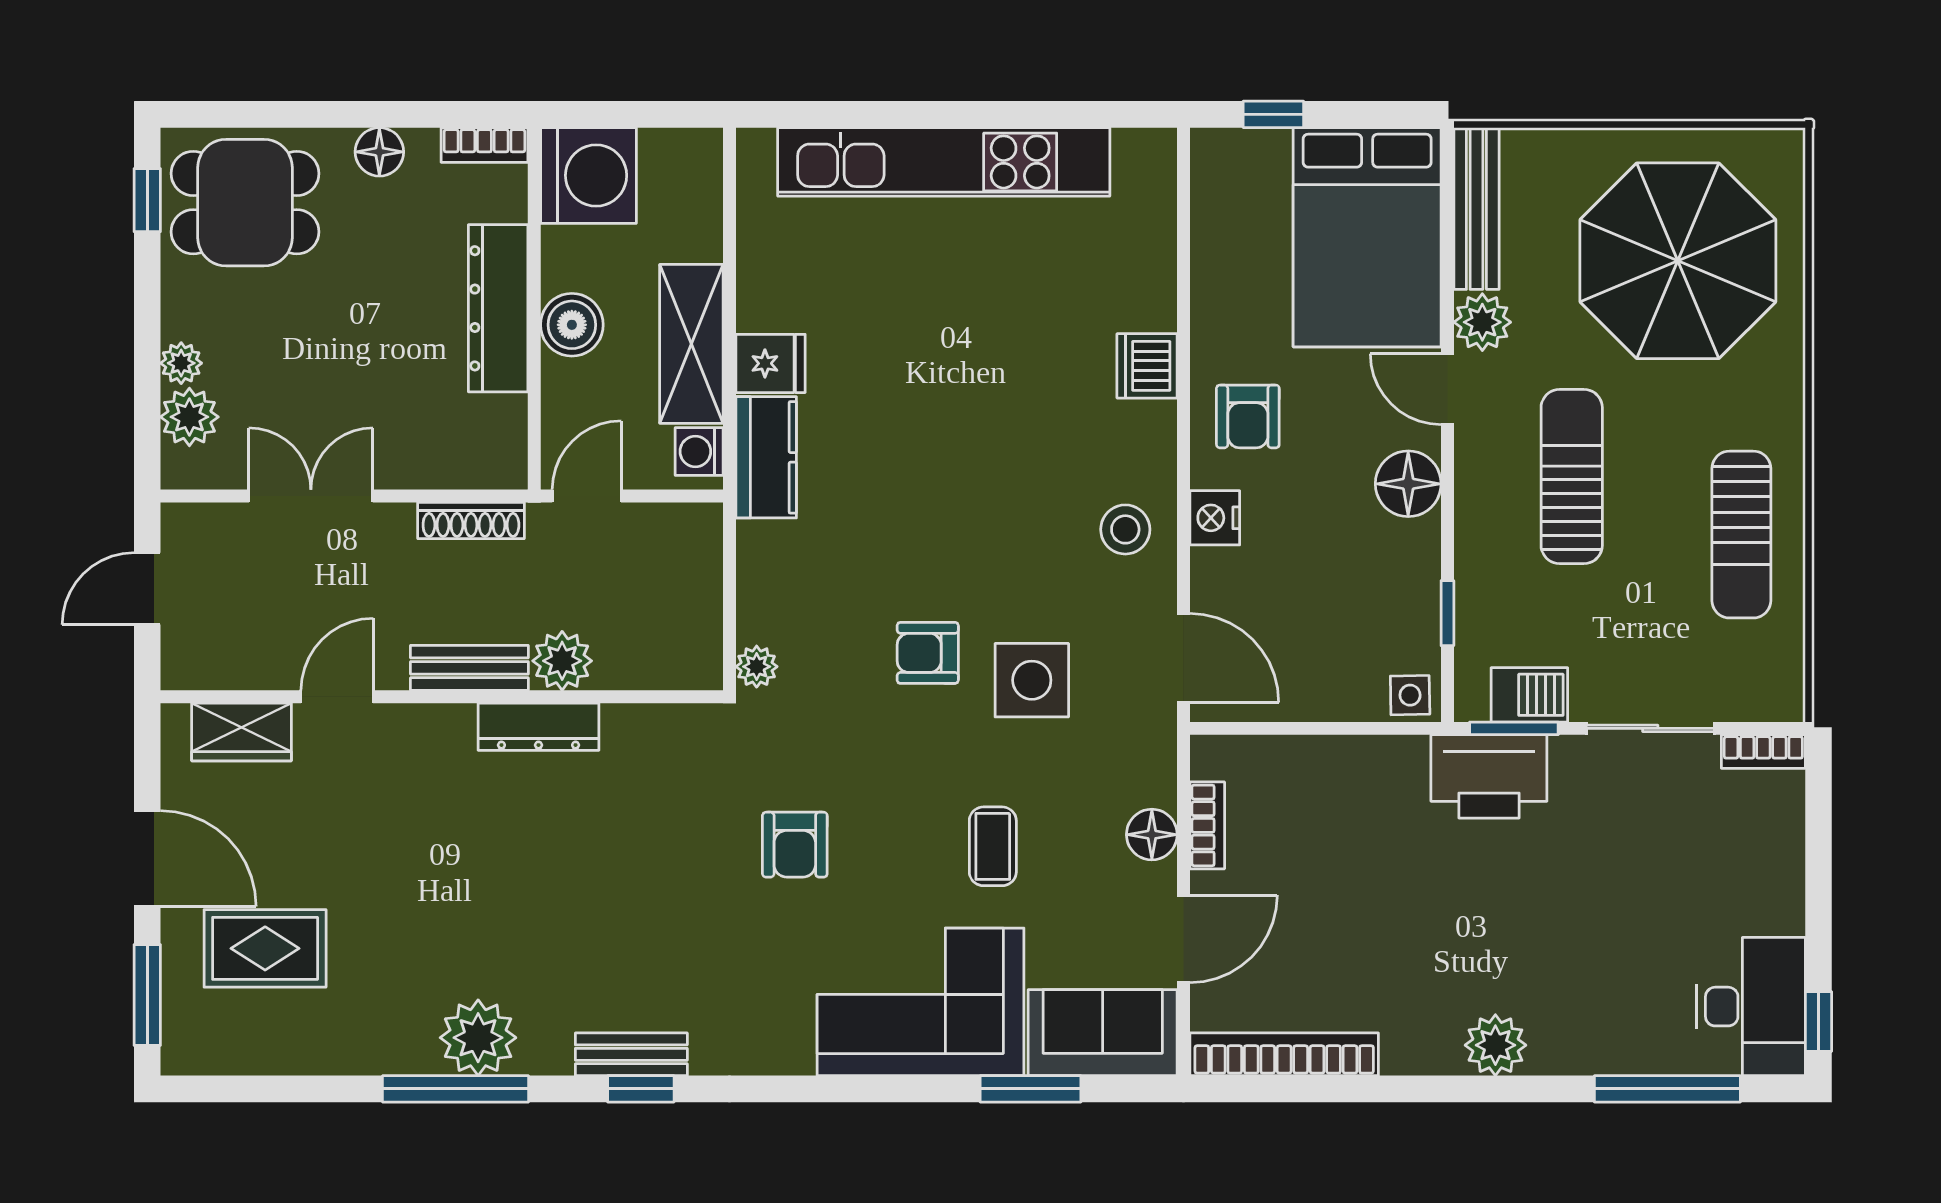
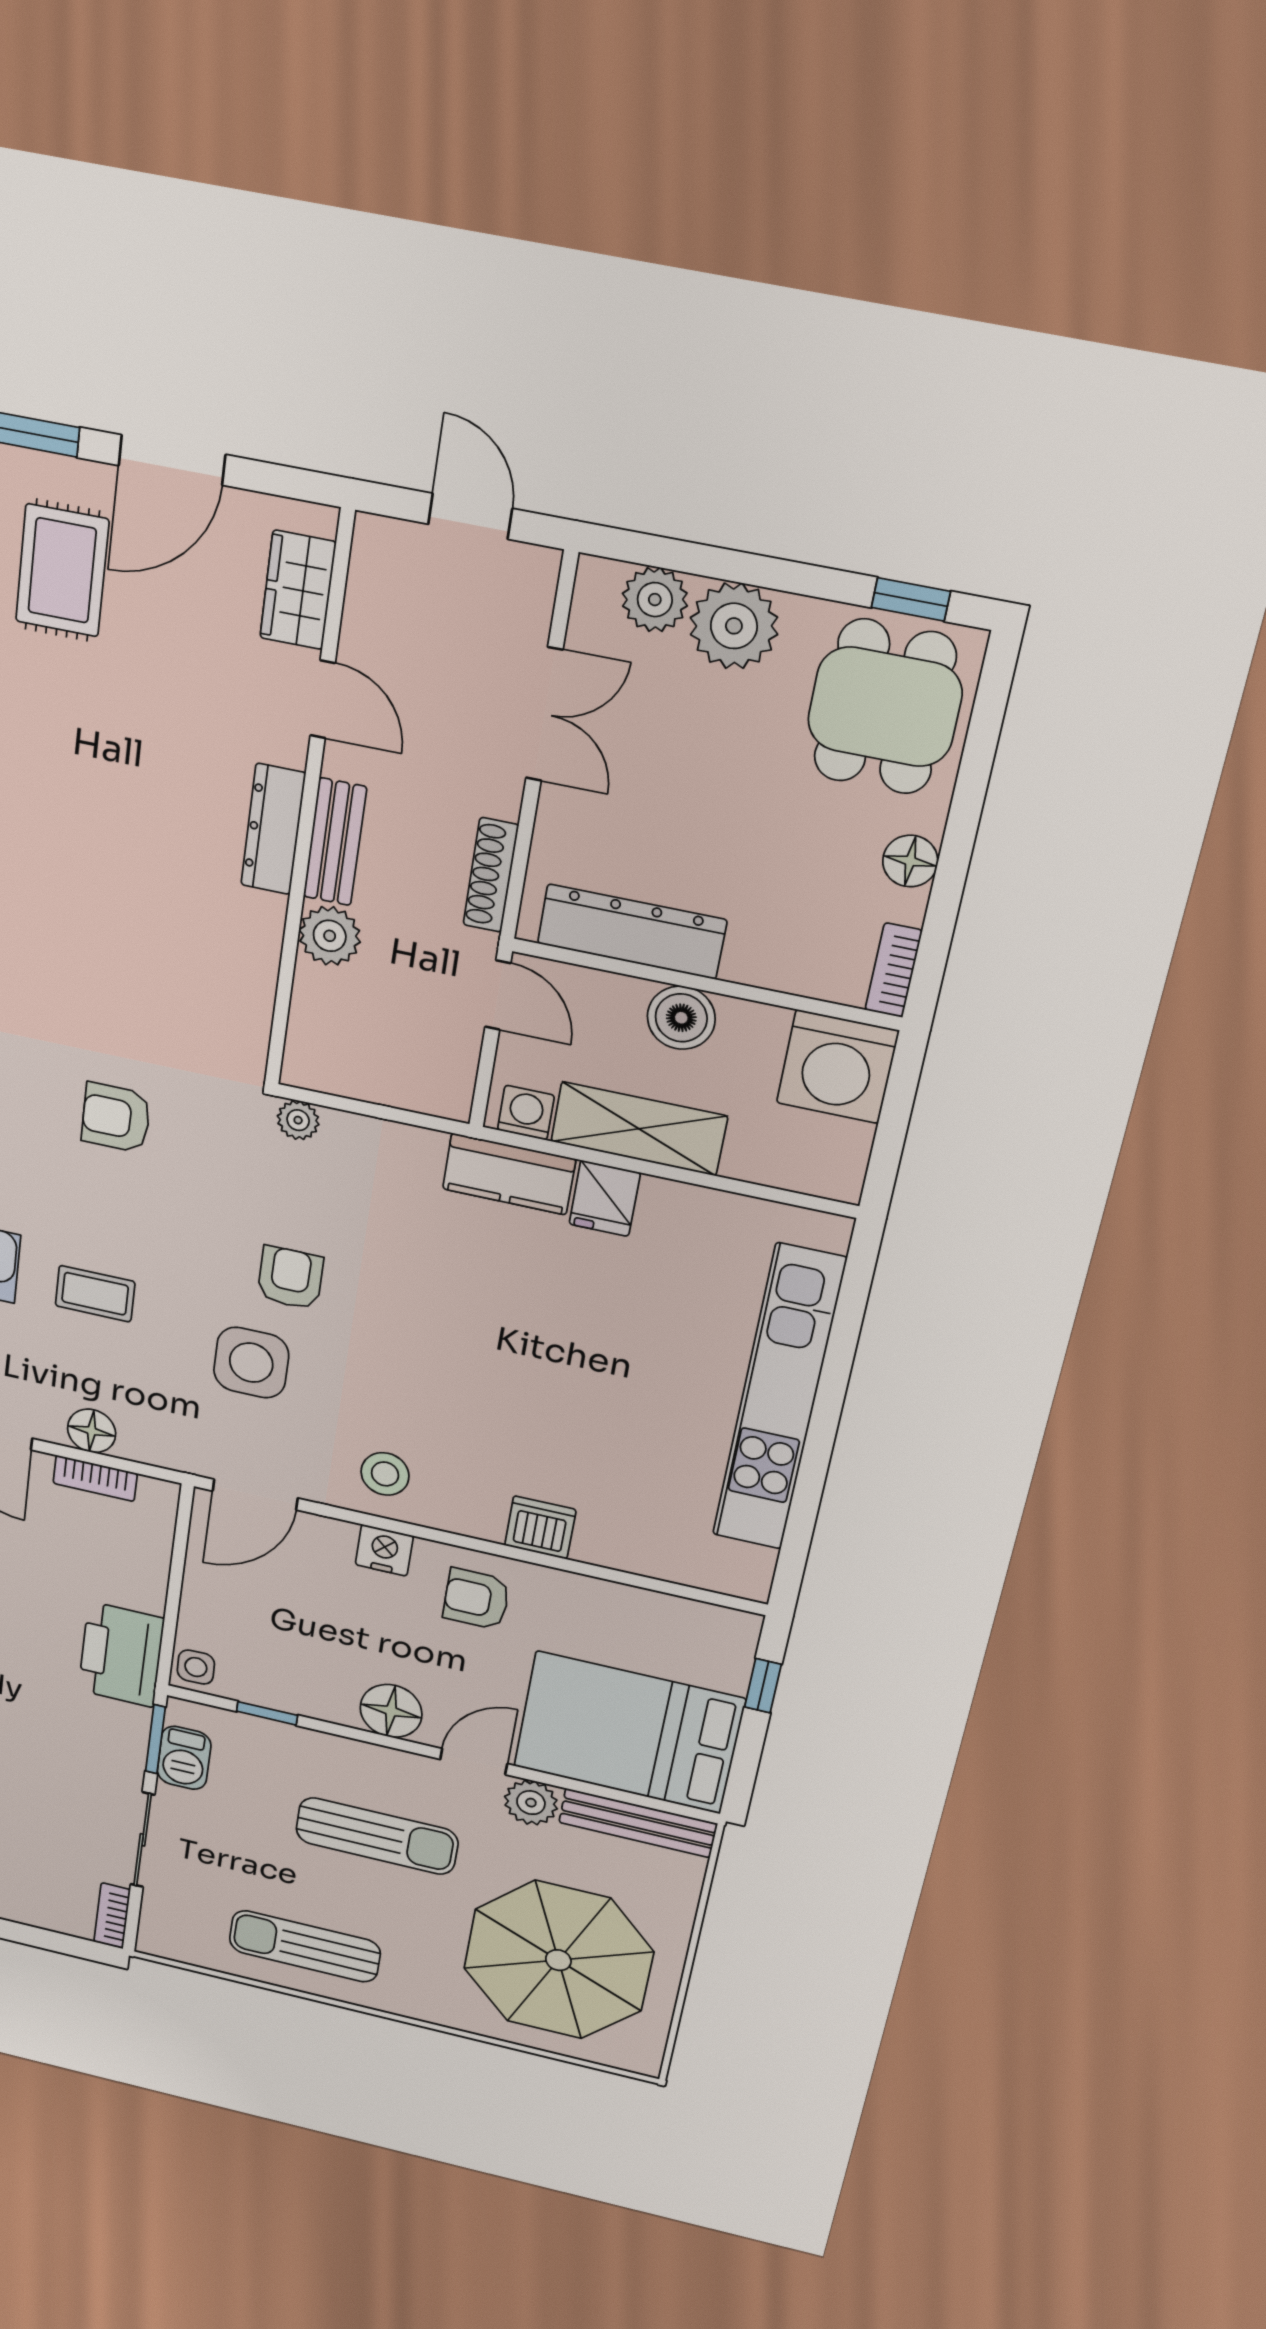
dresser: (498, 308) -> (632, 932), moved
plant: (181, 363) -> (734, 626), width x1.88, depth x1.88
dresser: (539, 727) -> (273, 829), moved
printer: (1489, 776) -> (121, 1655), moved

